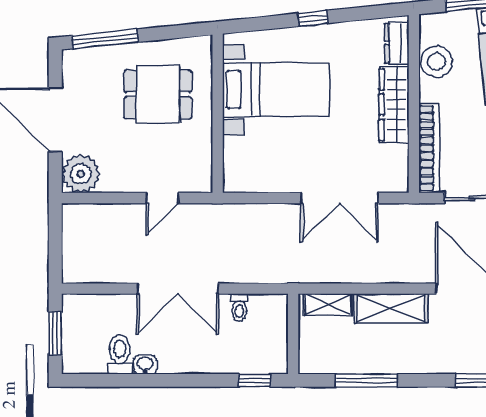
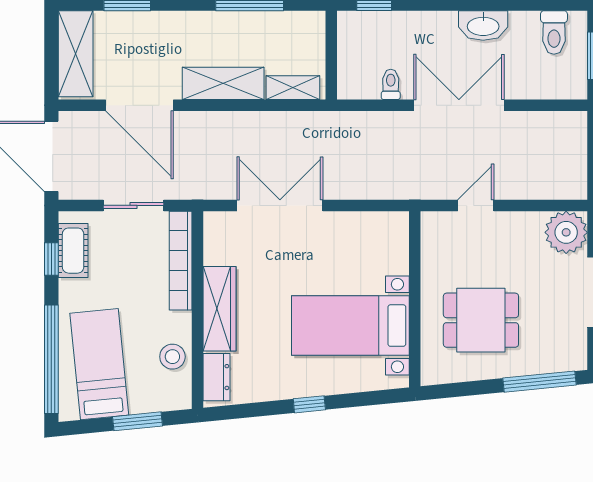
stool: (437, 61) -> (172, 357), width x0.73, depth x0.73
toilet: (120, 354) -> (554, 32), moved
washbasin: (145, 365) -> (483, 26), width x1.91, depth x1.45

